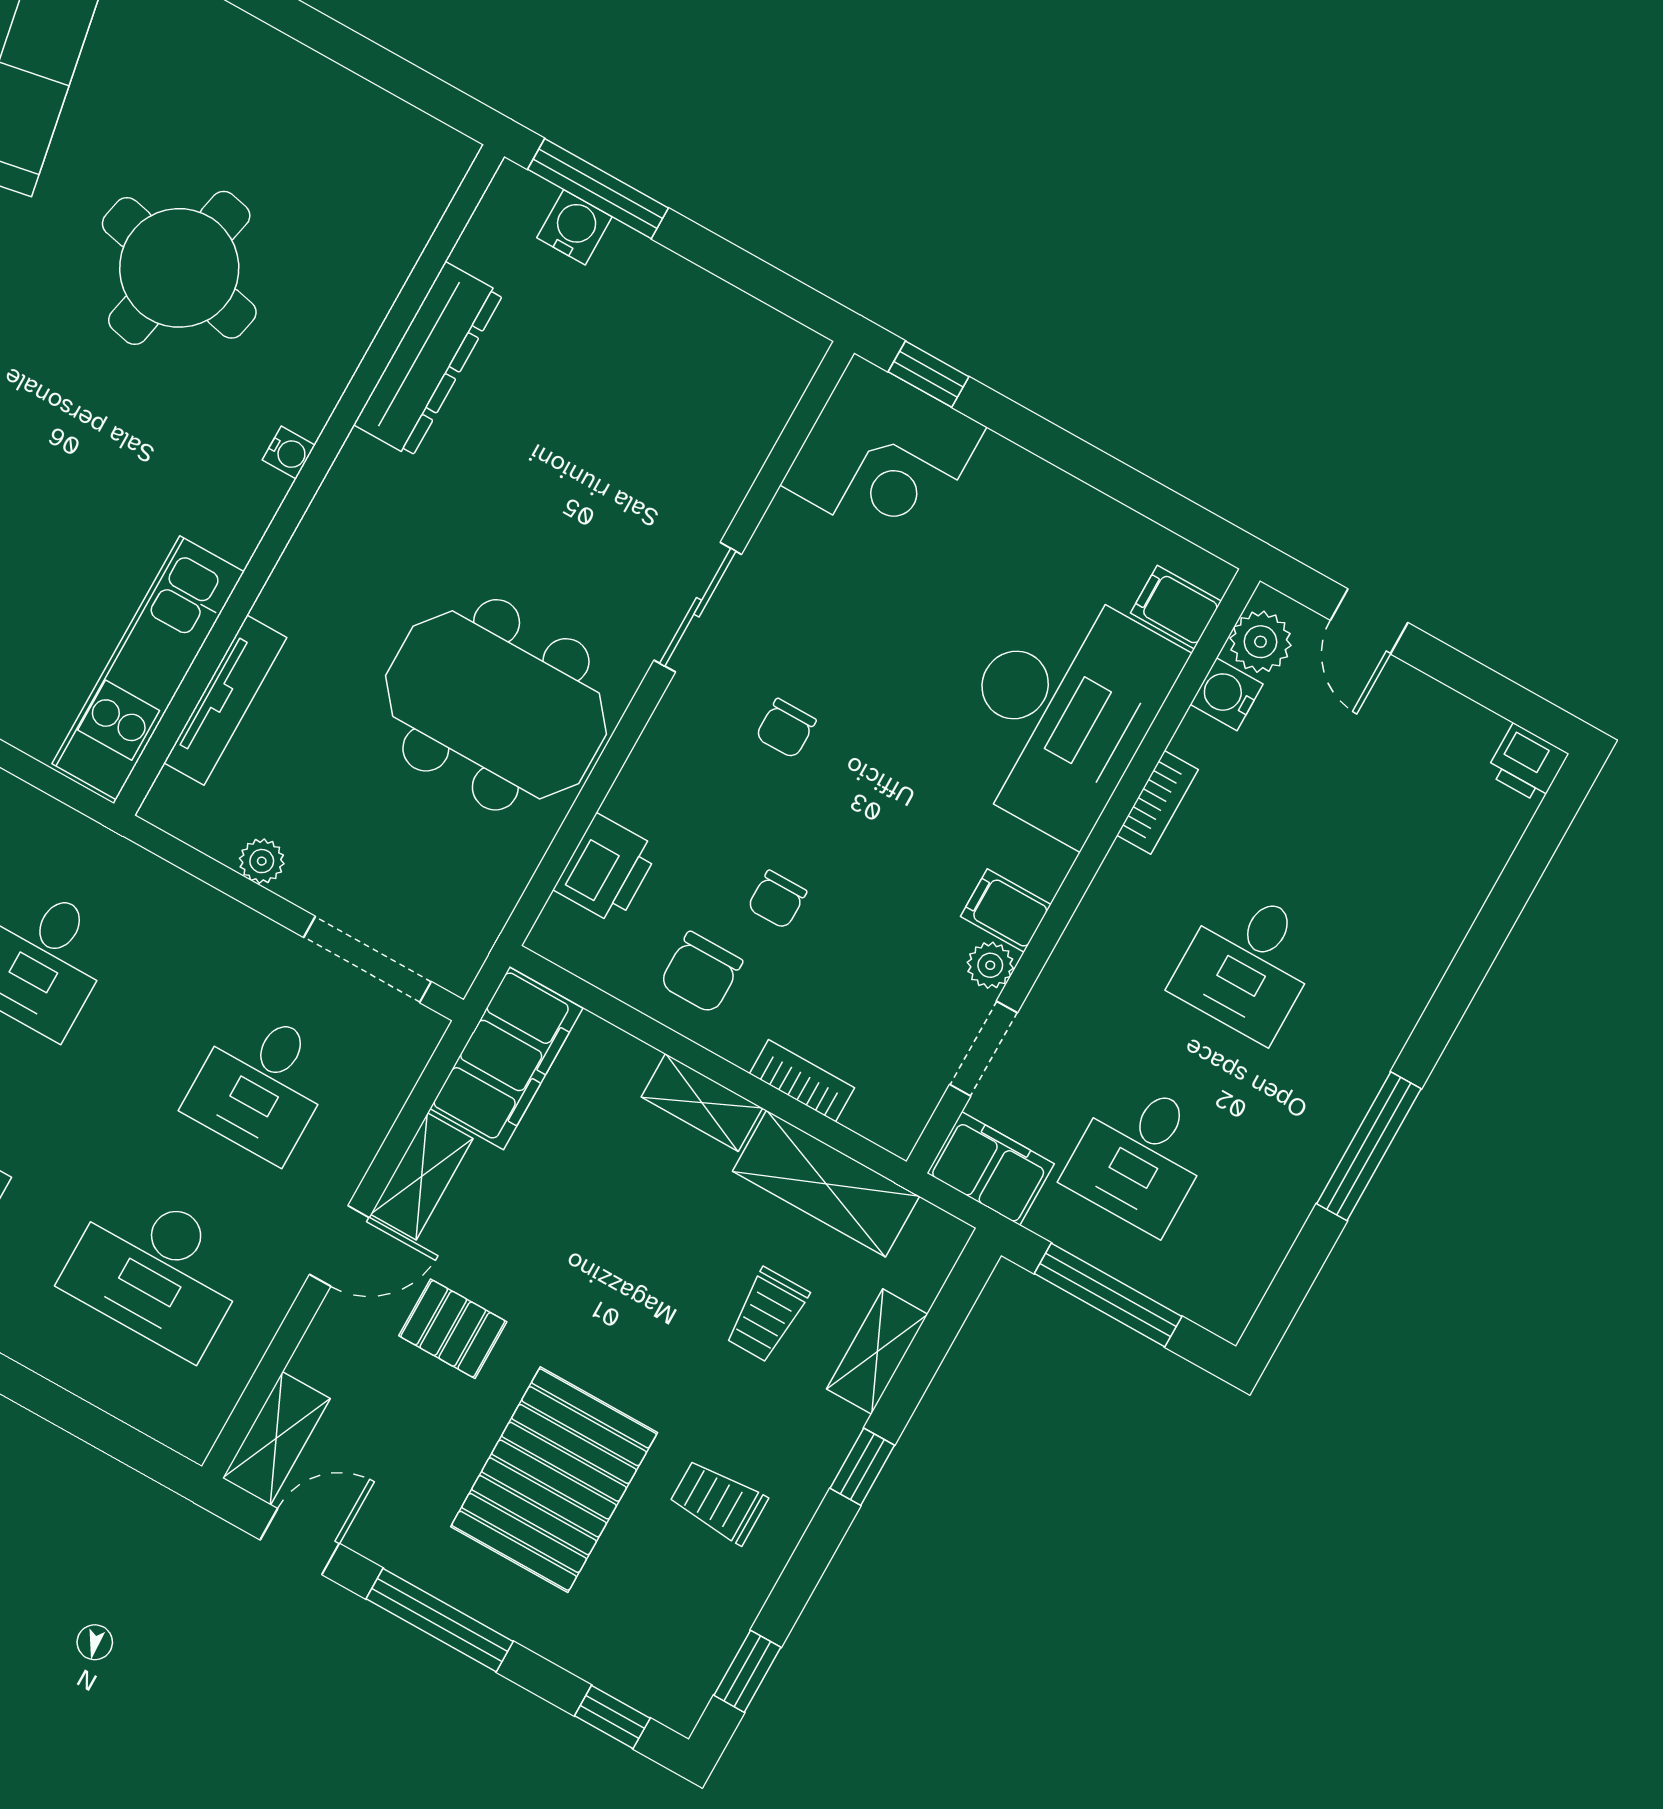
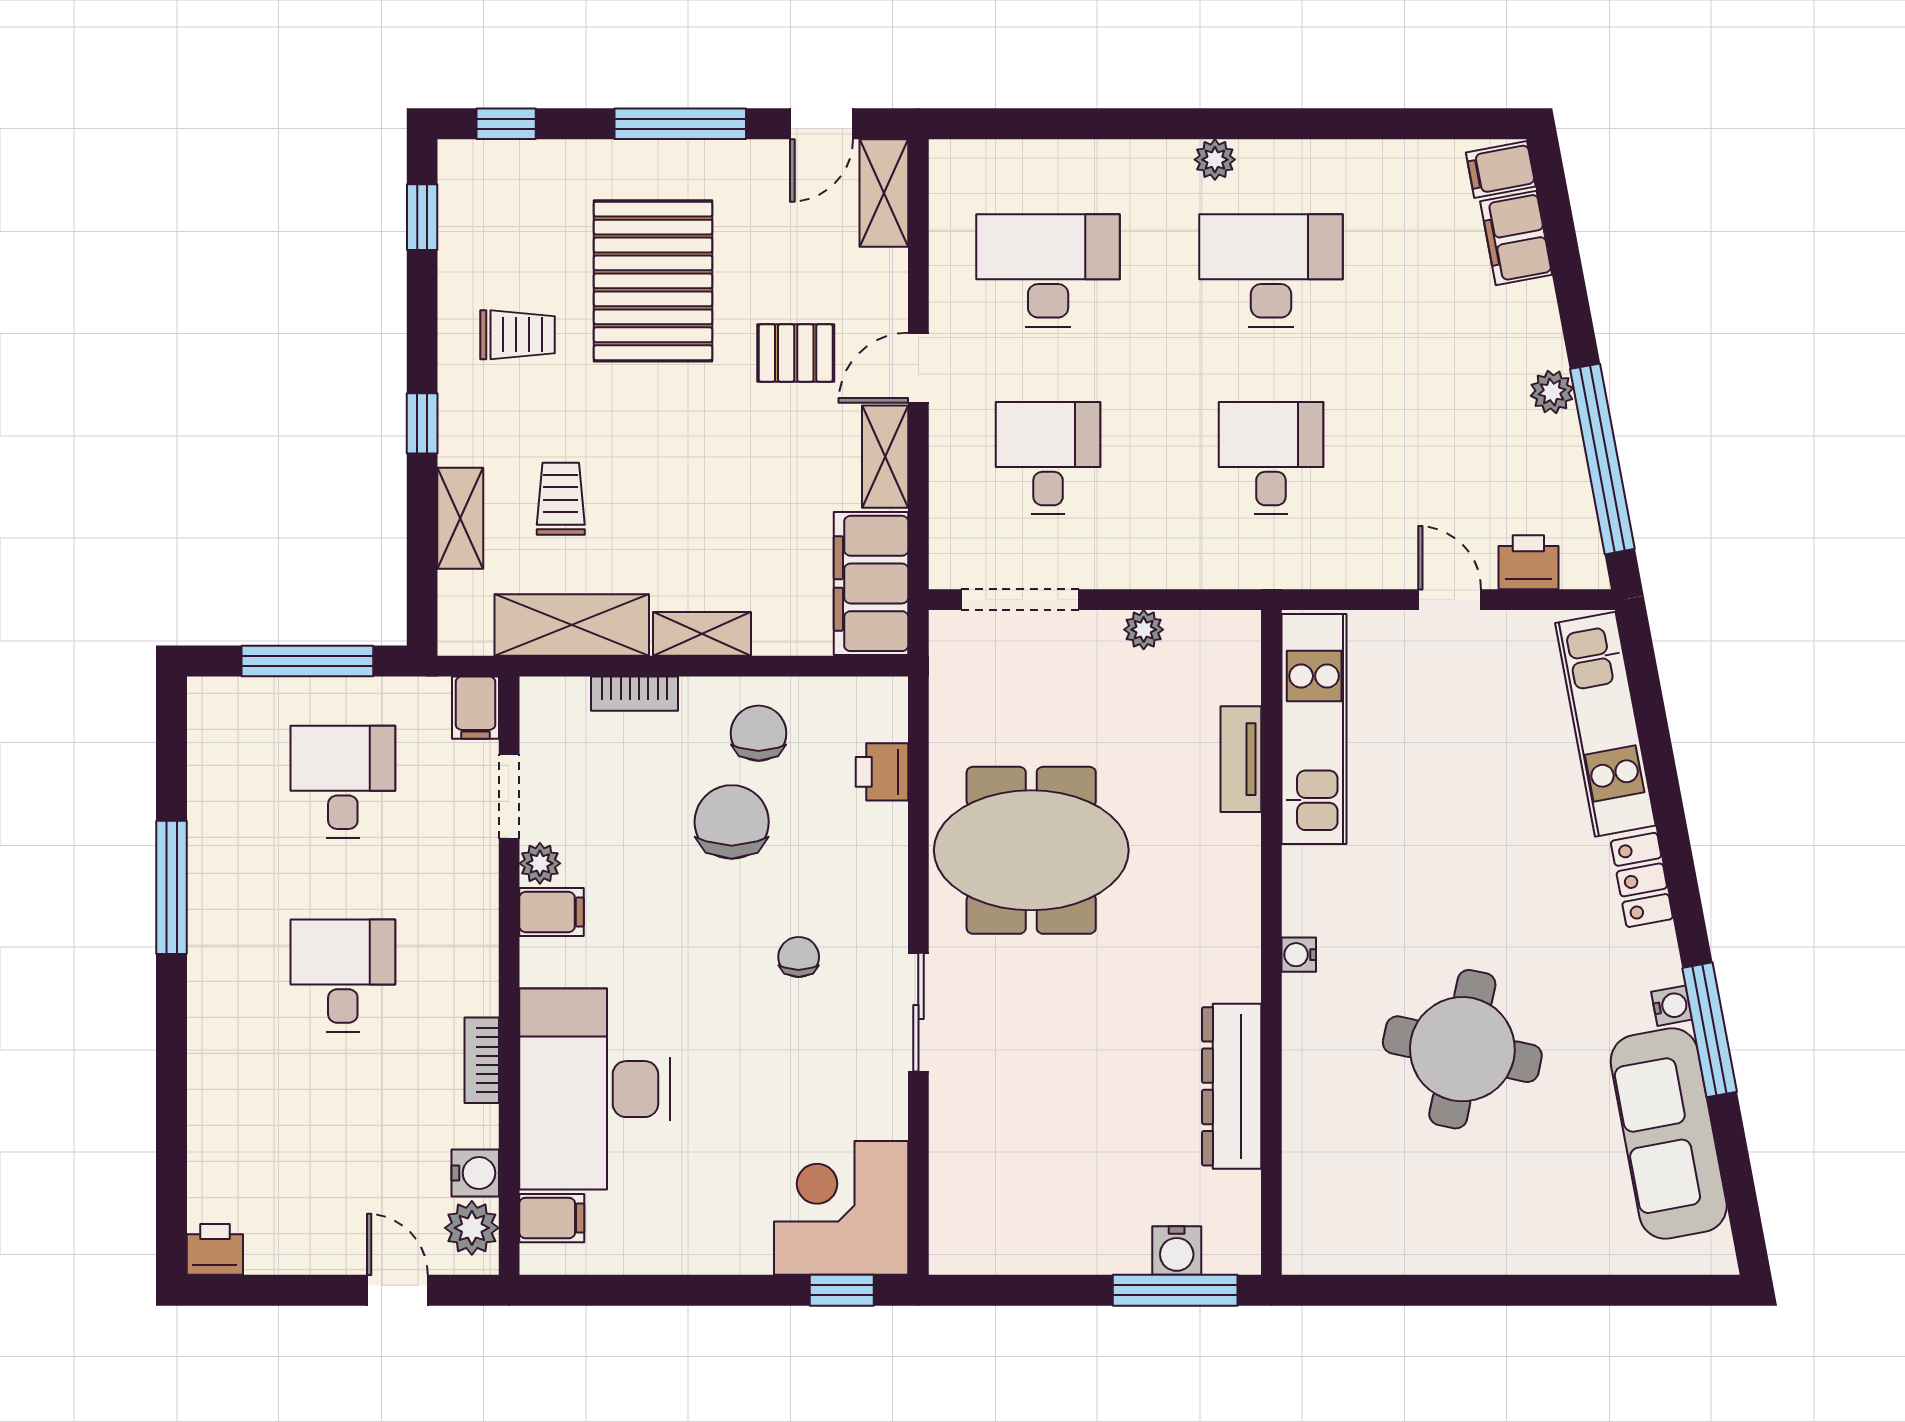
tv unit: (225, 700) -> (1241, 759), width x0.71
printer: (606, 869) -> (882, 772), width x0.73, depth x0.81
chair: (777, 900) -> (732, 822), width x1.87, depth x1.87
filing cabinet: (991, 1168) -> (475, 708), width x0.50

